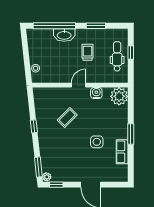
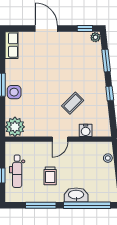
window: (96, 26) -> (41, 205), width x1.44
water cooler: (96, 93) -> (86, 130), moved
side table: (97, 142) -> (14, 92), moved
row of seats: (122, 152) -> (12, 45), moved
window: (38, 167) -> (106, 61), moved

